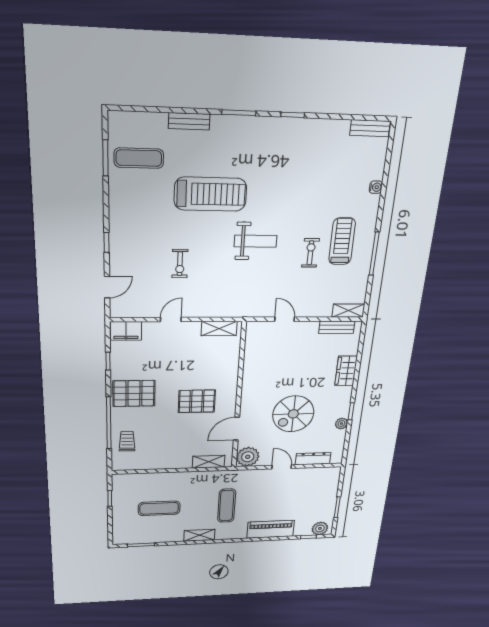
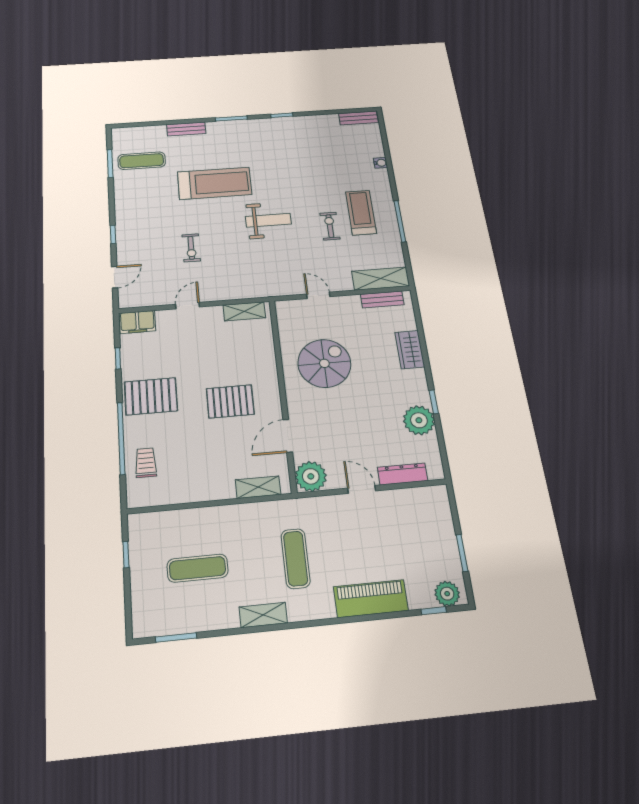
shelving: (348, 311) -> (381, 279), width x1.50, depth x1.33
spiral stairs: (293, 414) -> (324, 363), moved, turned 180
plant: (341, 424) -> (419, 420), width x1.87, depth x1.87

